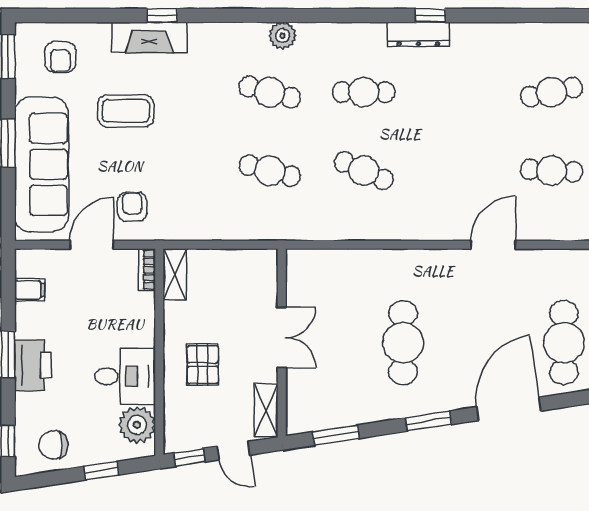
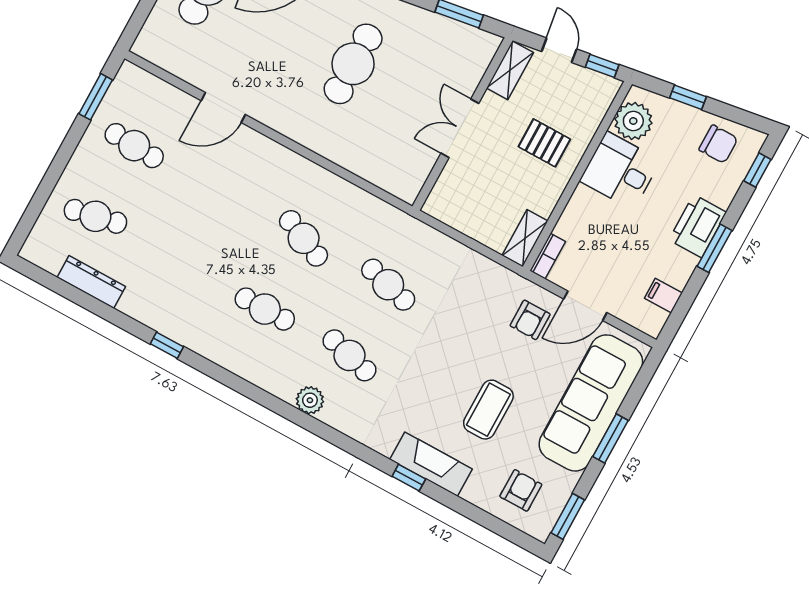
dresser: (418, 34) -> (91, 282), moved
coffee table: (126, 111) -> (488, 410), turned 90
pallet: (203, 365) -> (544, 143), turned 90

